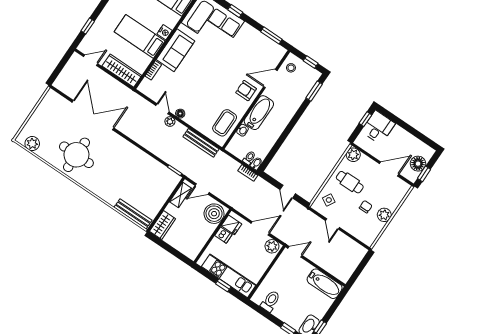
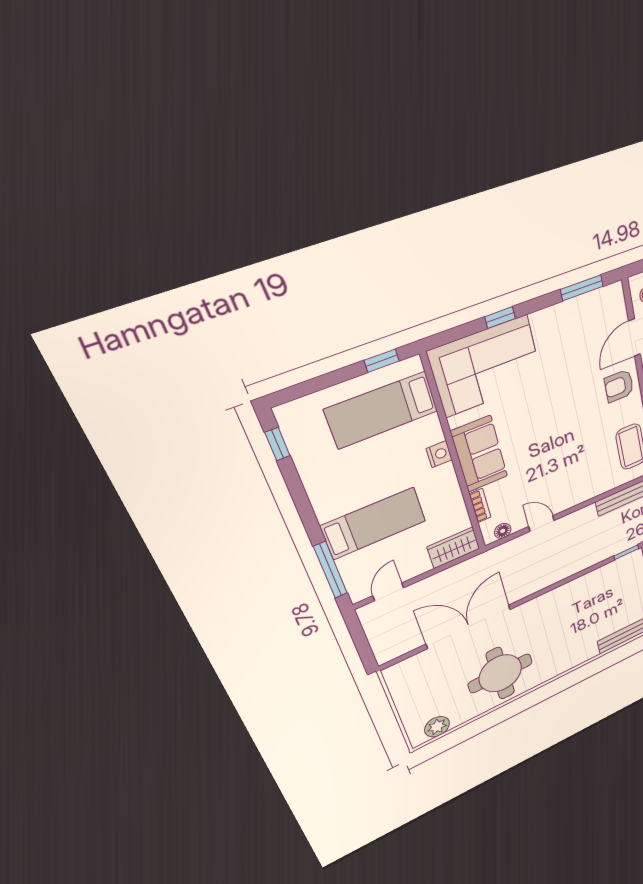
window: (88, 26) -> (331, 570), width x2.17
bed: (140, 36) -> (374, 523), moved, turned 180
wardrobe: (122, 71) -> (454, 548), width x0.67
floor lamp: (180, 114) -> (503, 531), moved
plant: (170, 122) -> (566, 523), removed

